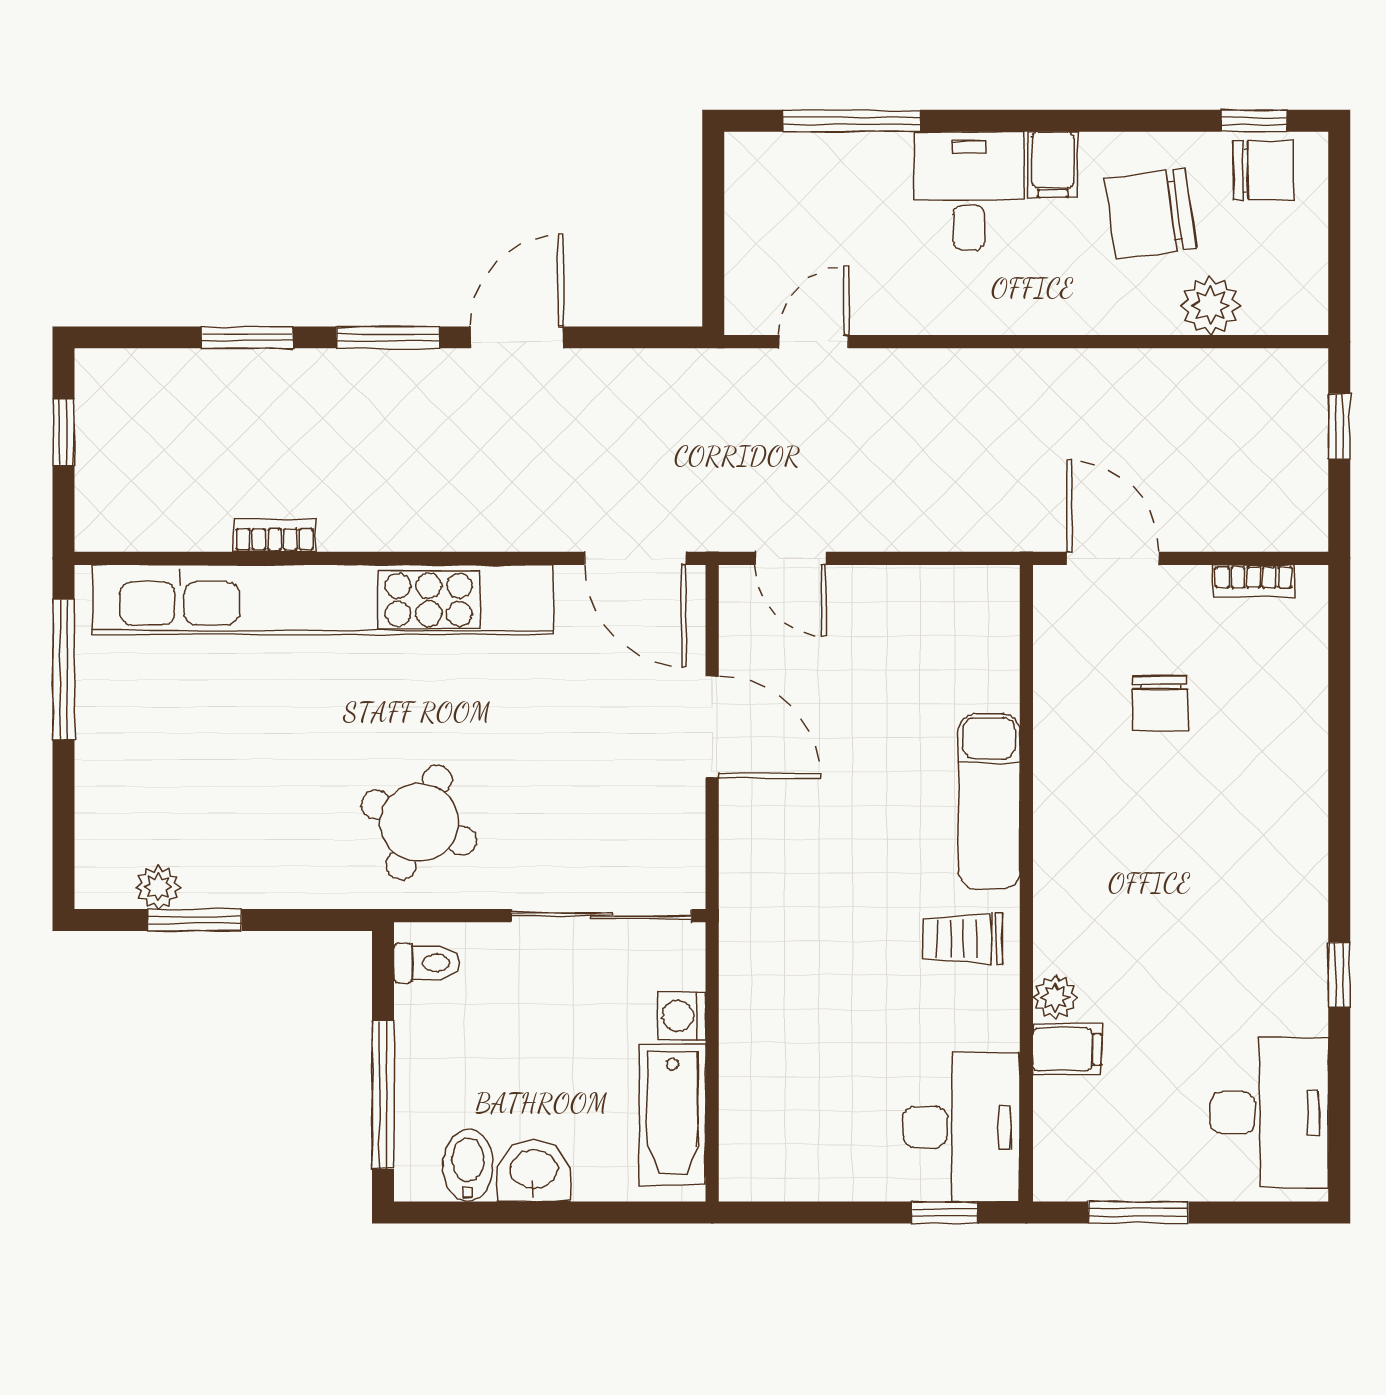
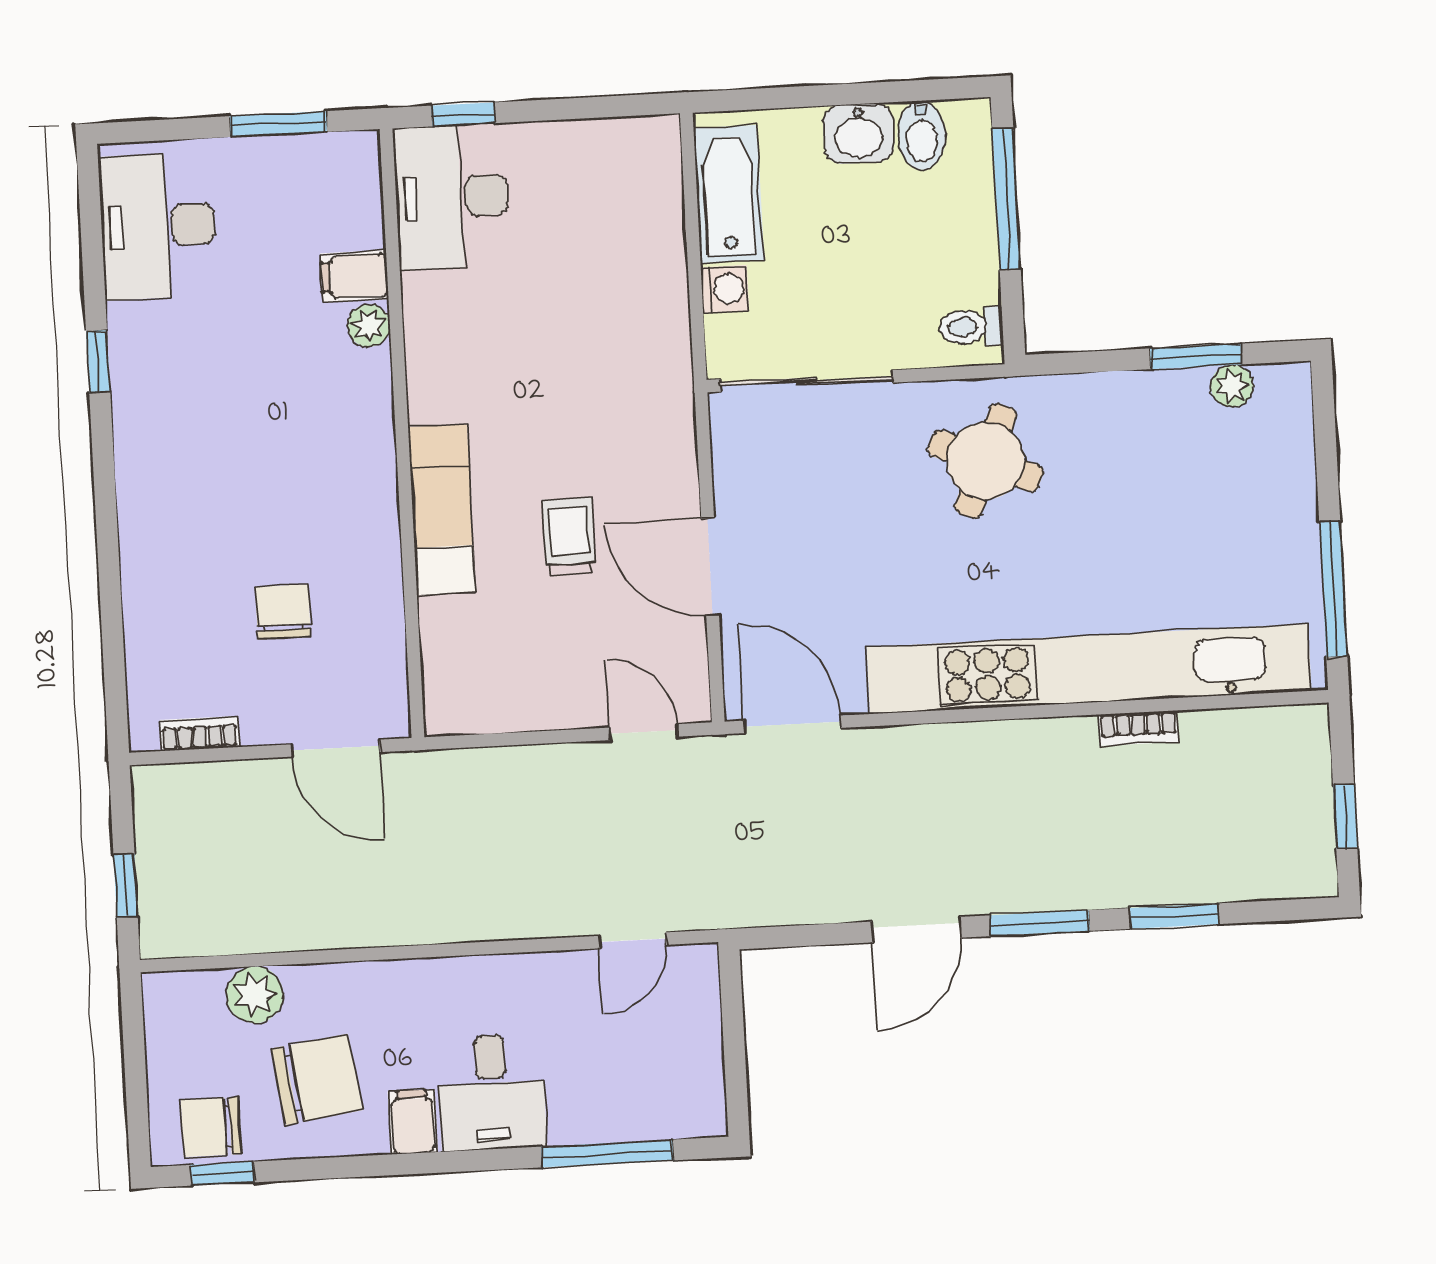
trolley: (963, 939) -> (569, 536), moved, turned -90

